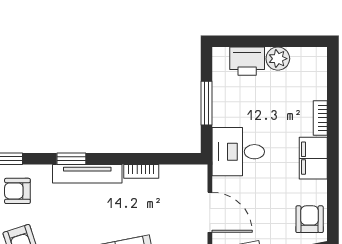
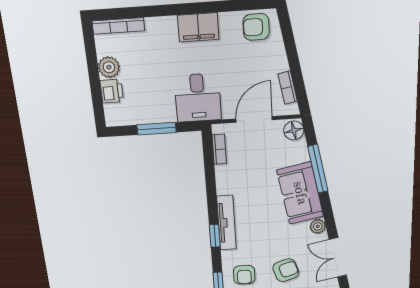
printer: (247, 61) -> (112, 91), width x0.73, depth x0.81
bookcase: (320, 118) -> (118, 26), moved, width x1.56
bookcase: (141, 171) -> (219, 149), moved

